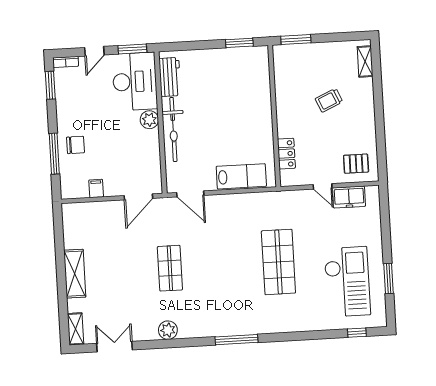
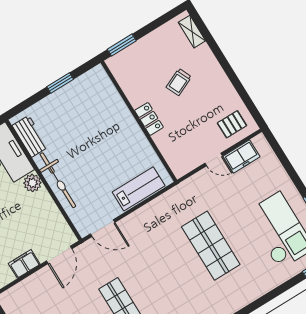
window: (239, 43) -> (60, 83), moved
locker: (286, 154) -> (149, 119), moved
filing cabinet: (96, 188) -> (24, 264), width x2.00

